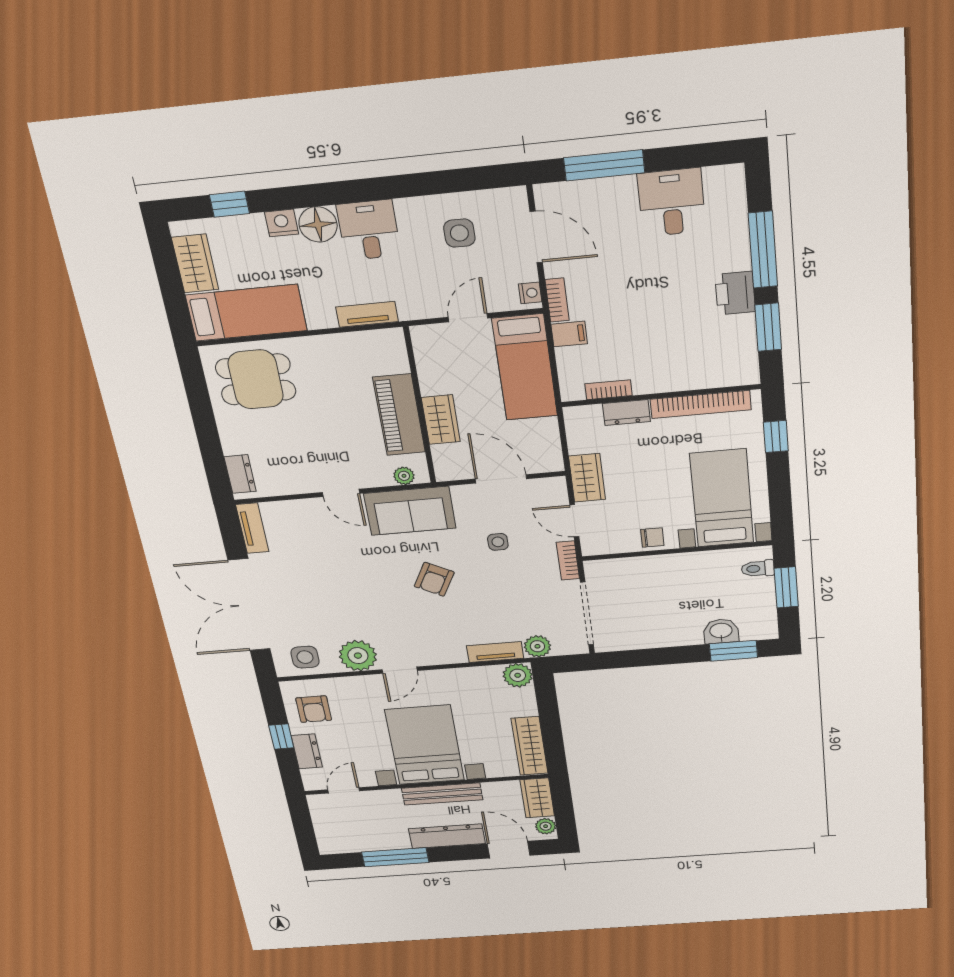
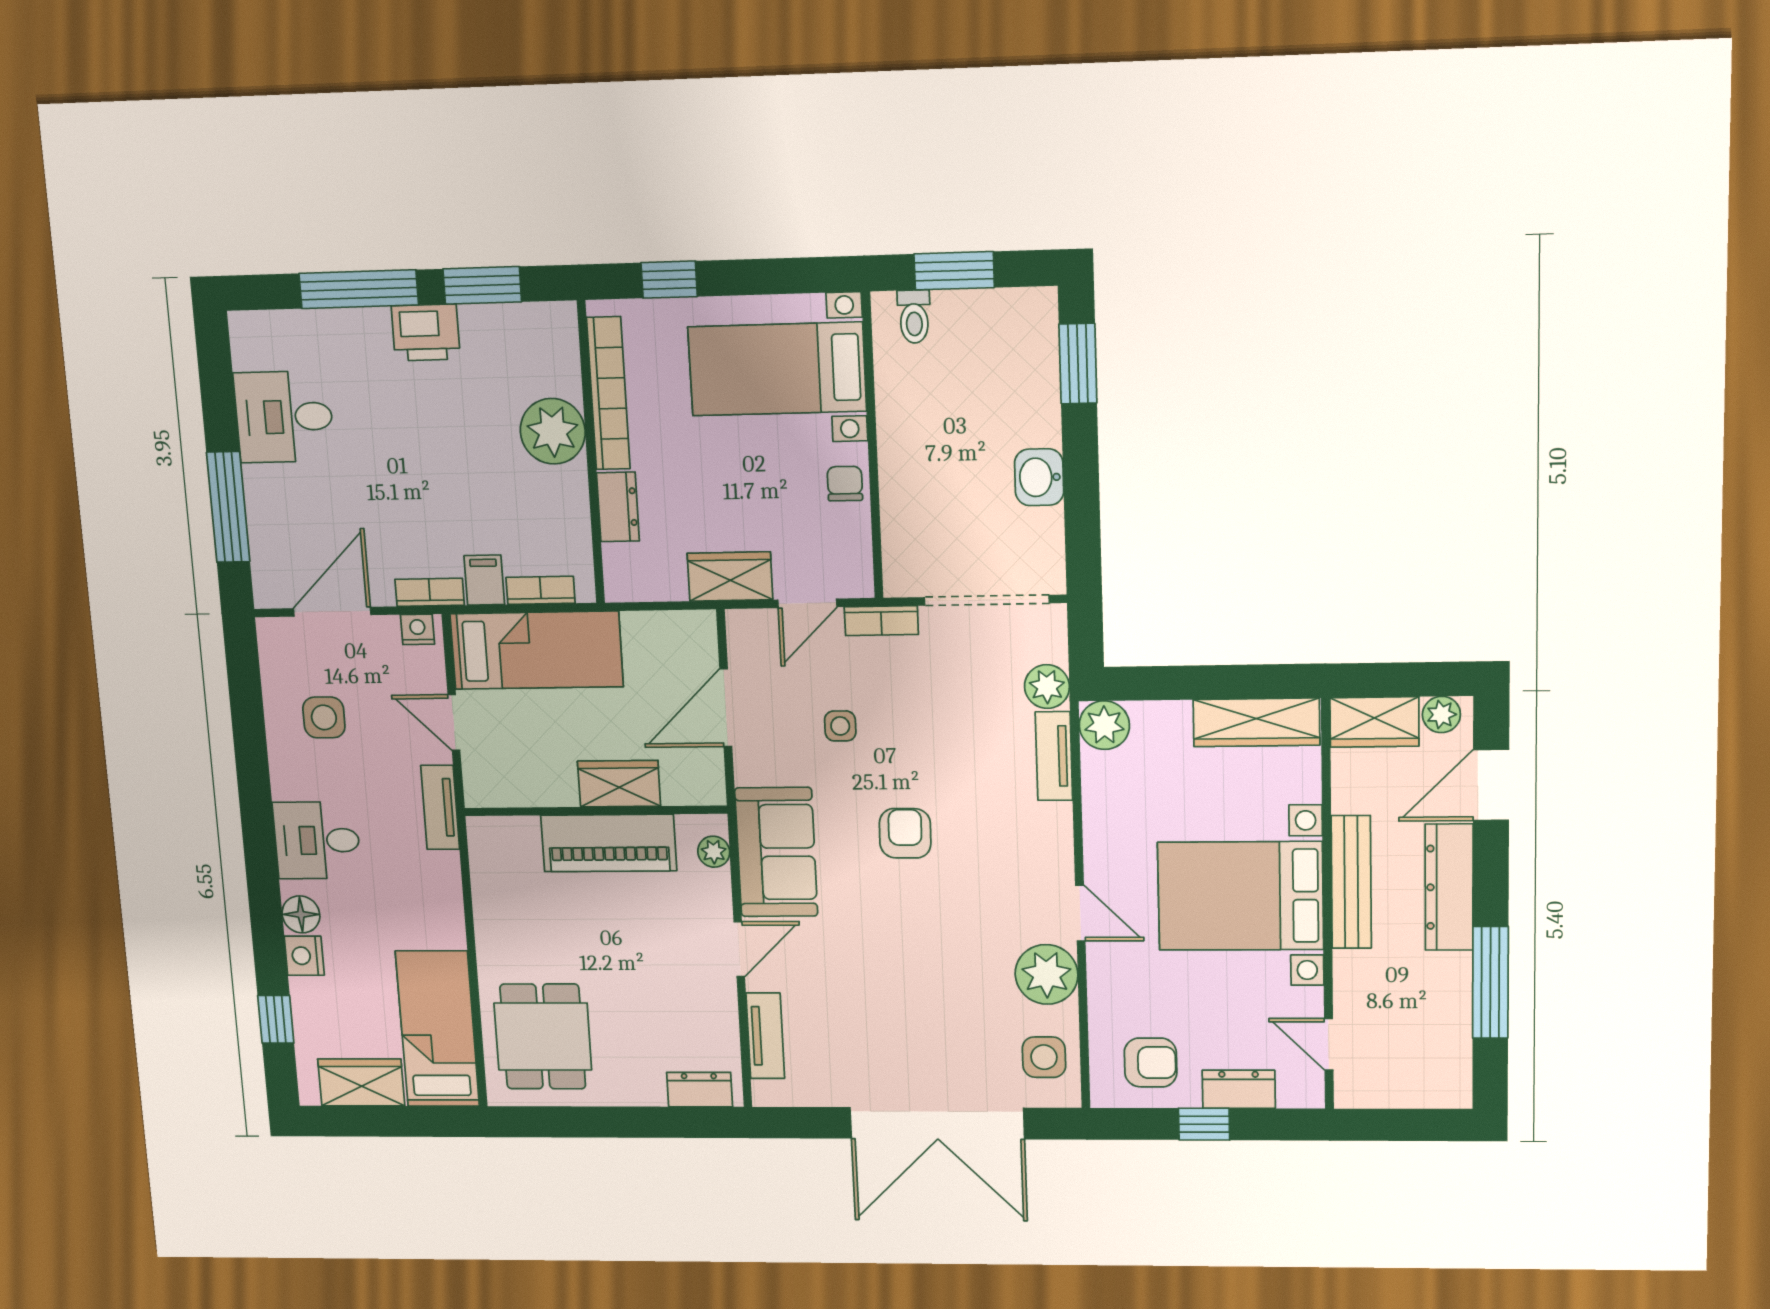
floor lamp: (318, 224) -> (301, 914), width x0.73, depth x0.73
tv unit: (367, 314) -> (440, 807), moved
plant: (673, 373) -> (553, 431), added
bookcase: (609, 390) -> (541, 590), moved, turned 90
tv unit: (252, 528) -> (765, 1036), moved, turned 90
armchair: (434, 579) -> (905, 833), turned -117
washbasin: (721, 631) -> (1039, 477), moved

